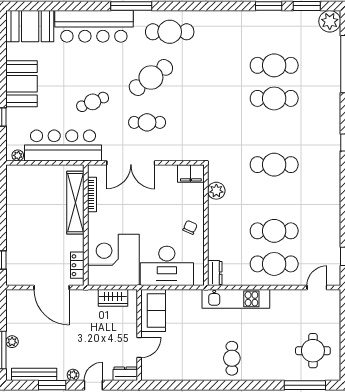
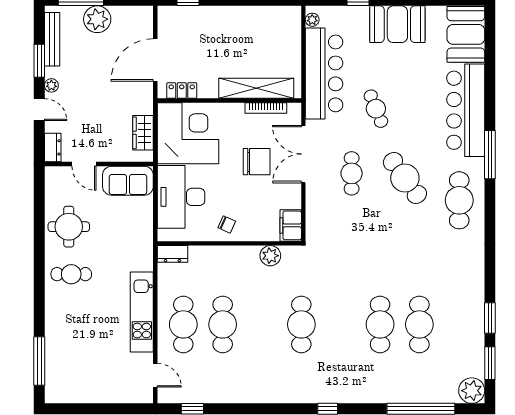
chair: (137, 202) -> (257, 162), added
kitchen unit: (236, 299) -> (142, 312), moved
plant: (12, 342) -> (97, 19), width x1.87, depth x1.87
round table: (313, 351) -> (69, 227), moved

